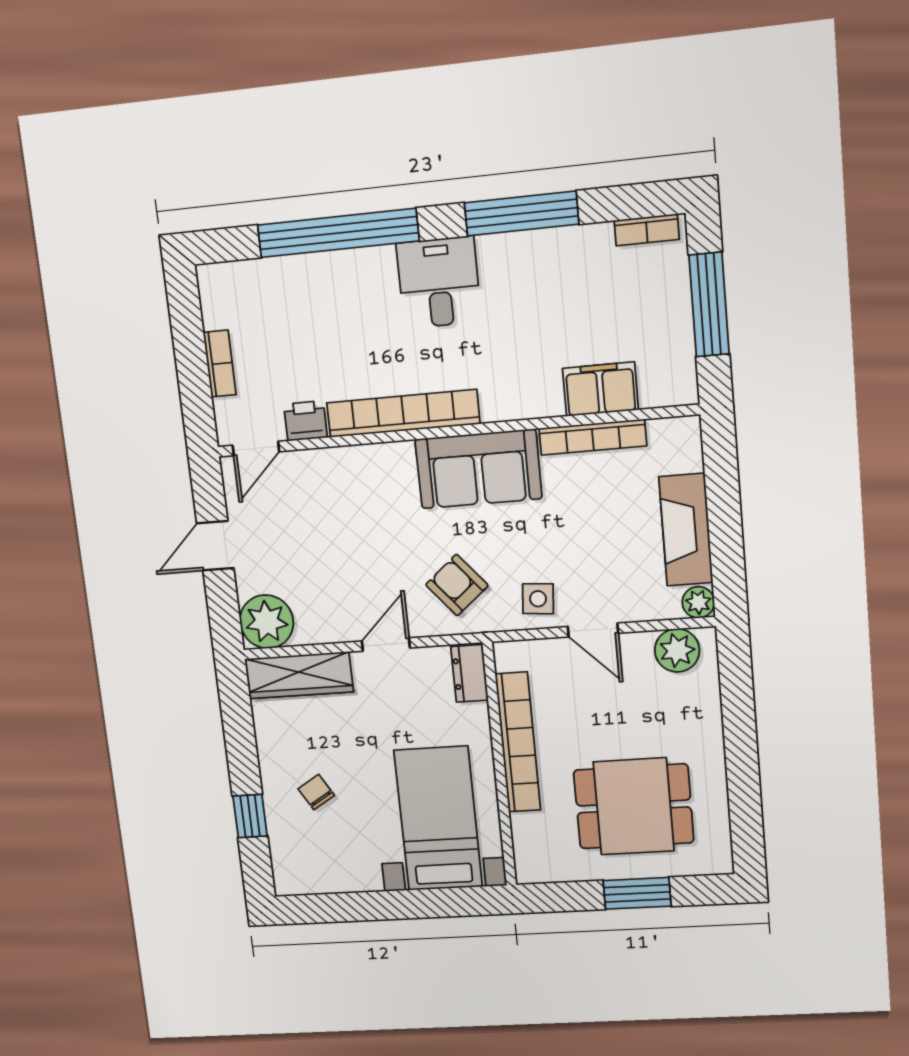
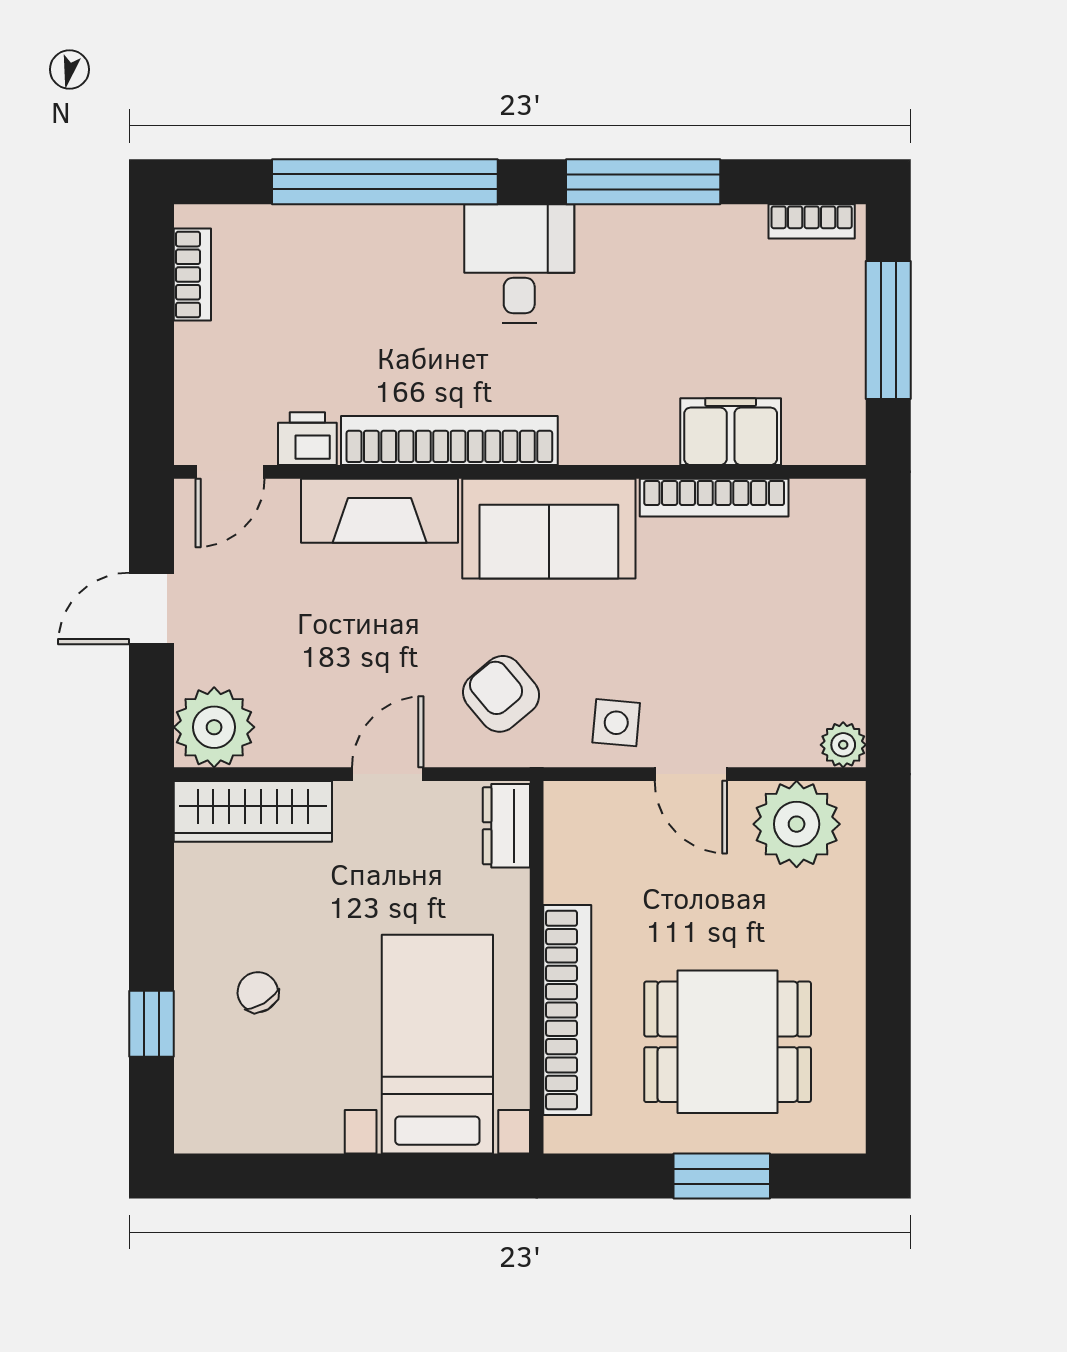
bookcase: (220, 364) -> (192, 275), moved
fireplace: (686, 530) -> (380, 511), moved, turned -90
plant: (677, 650) -> (797, 824), width x1.36, depth x1.36
bookcase: (518, 742) -> (567, 1010), moved

